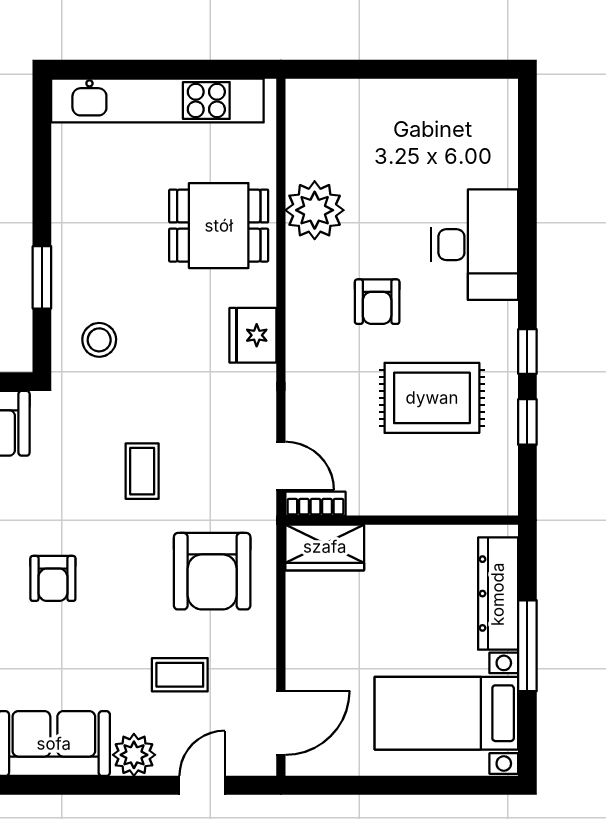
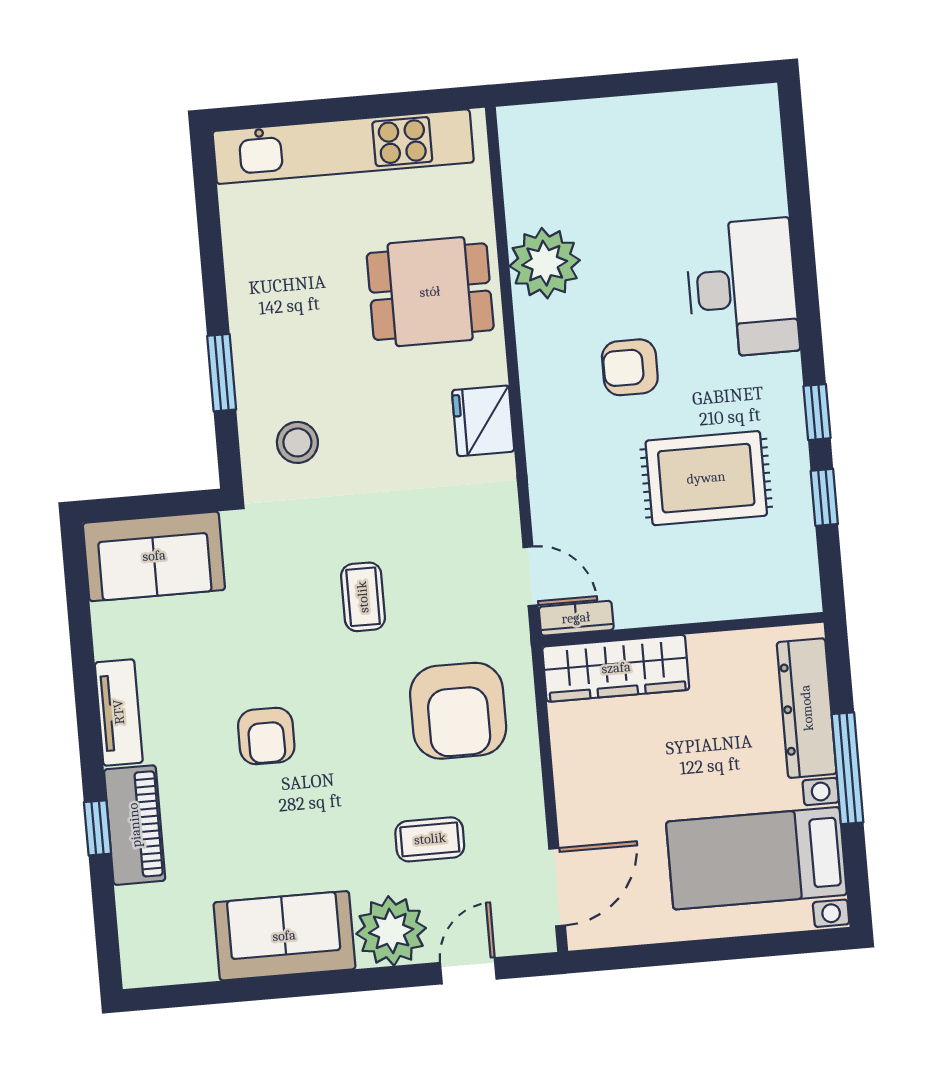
armchair: (377, 302) -> (630, 367), turned 90
wardrobe: (325, 547) -> (616, 668), width x1.50
plant: (134, 755) -> (391, 931), width x1.36, depth x1.36

